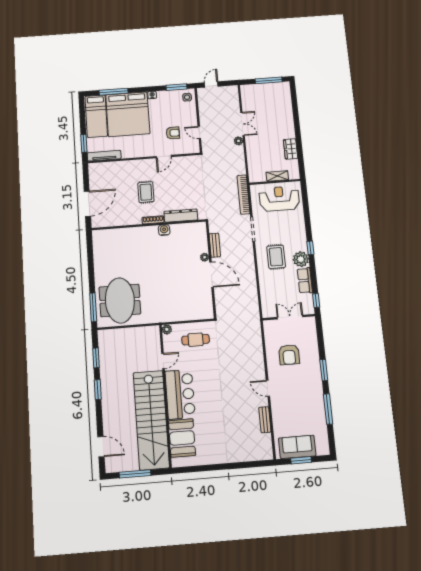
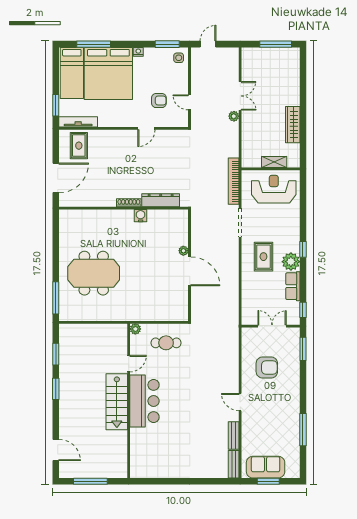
wardrobe: (291, 149) -> (293, 125), width x1.50
rug: (146, 192) -> (79, 146), moved
bench: (215, 245) -> (234, 464), moved
meeting table: (120, 300) -> (94, 273), moved, turned 90
armchair: (289, 355) -> (267, 367), turned -90
window: (324, 370) -> (303, 349), moved
stairs: (151, 420) -> (117, 402), width x0.54, depth x0.66
booth: (182, 438) -> (143, 448), removed

